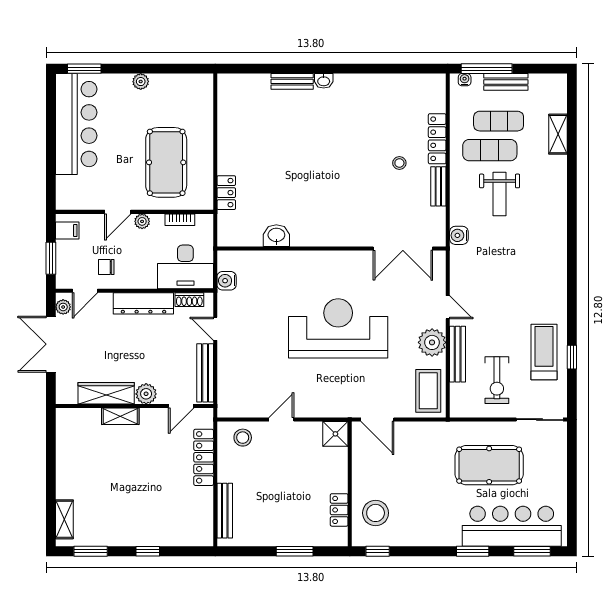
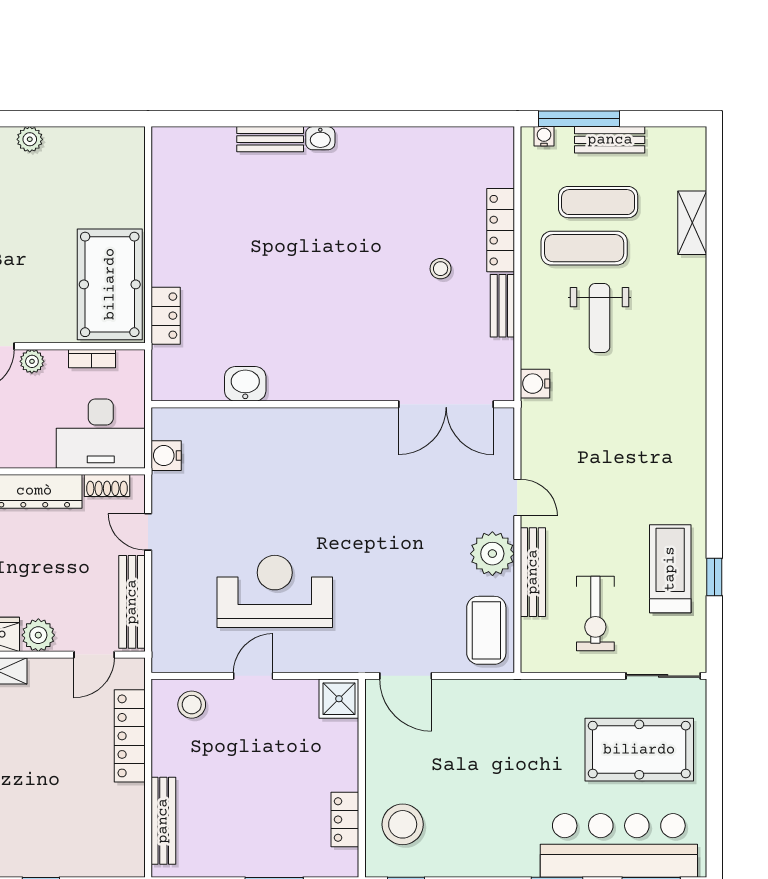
pool table: (166, 162) -> (110, 284), moved
reception desk: (338, 328) -> (275, 591), moved, width x0.74, depth x0.77
pool table: (489, 465) -> (639, 750), moved

